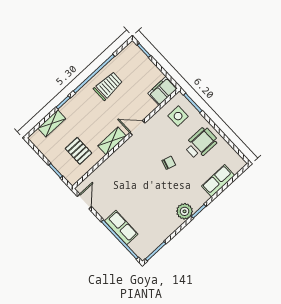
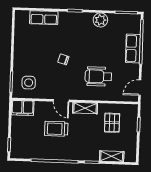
trolley: (108, 86) -> (56, 129), moved
wheelchair: (201, 143) -> (98, 76), moved
plant: (185, 211) -> (100, 20), moved

